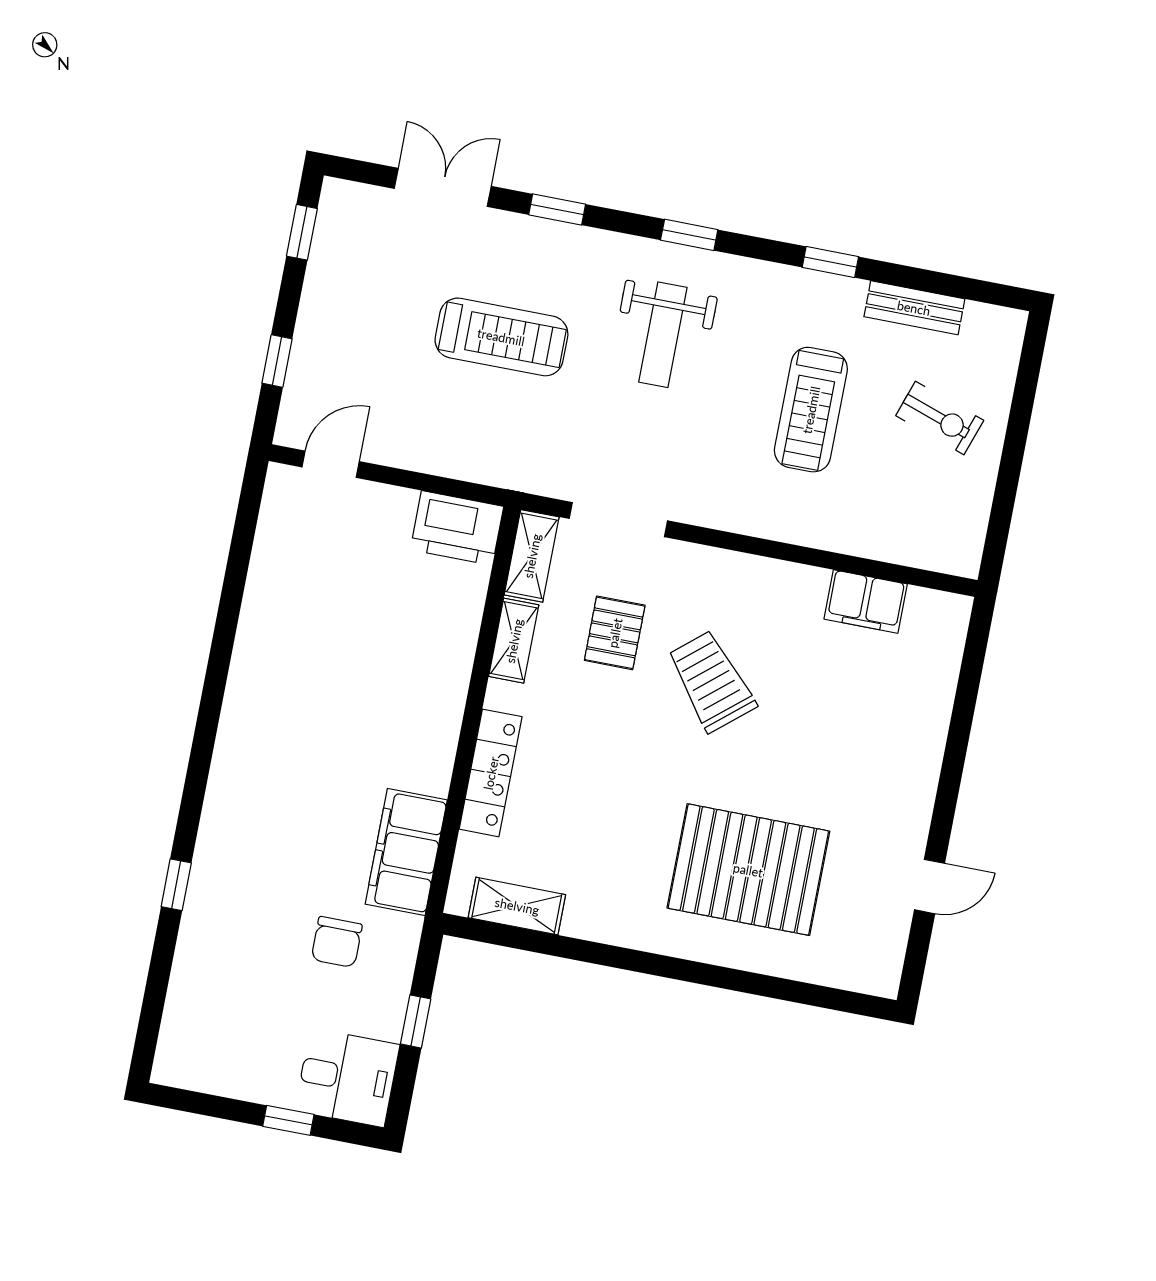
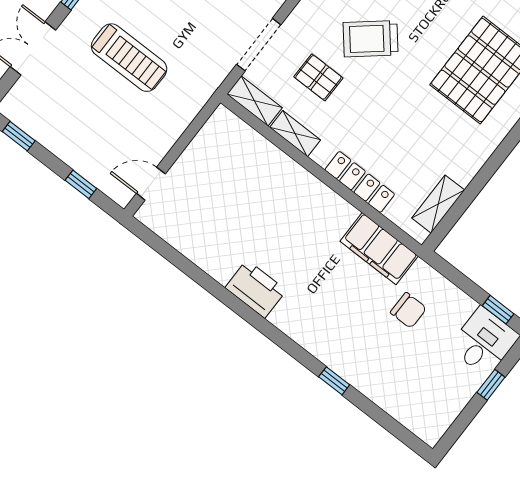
treadmill: (501, 337) -> (129, 58), turned 90
door: (331, 464) -> (151, 184), hinge flipped
printer: (457, 528) -> (256, 289), moved, turned -90
window: (416, 1021) -> (498, 310), moved

